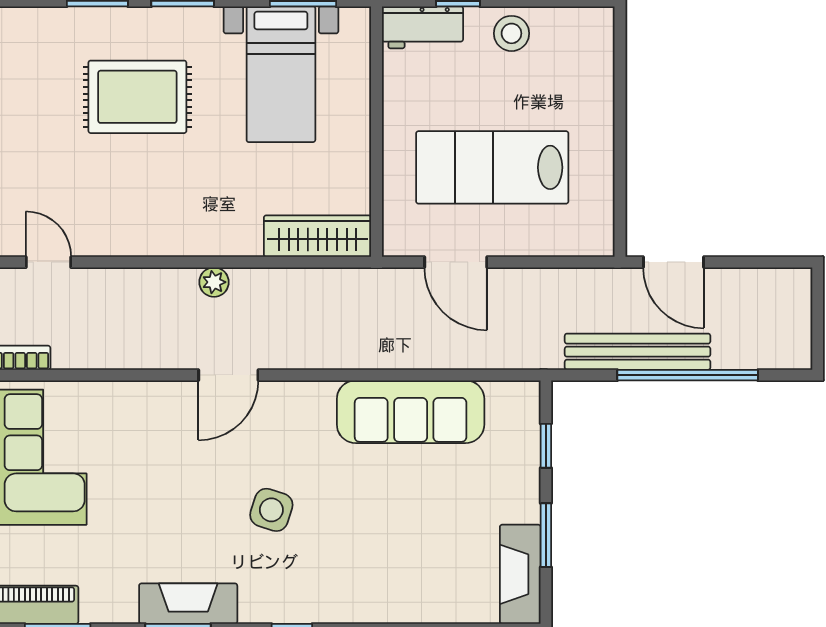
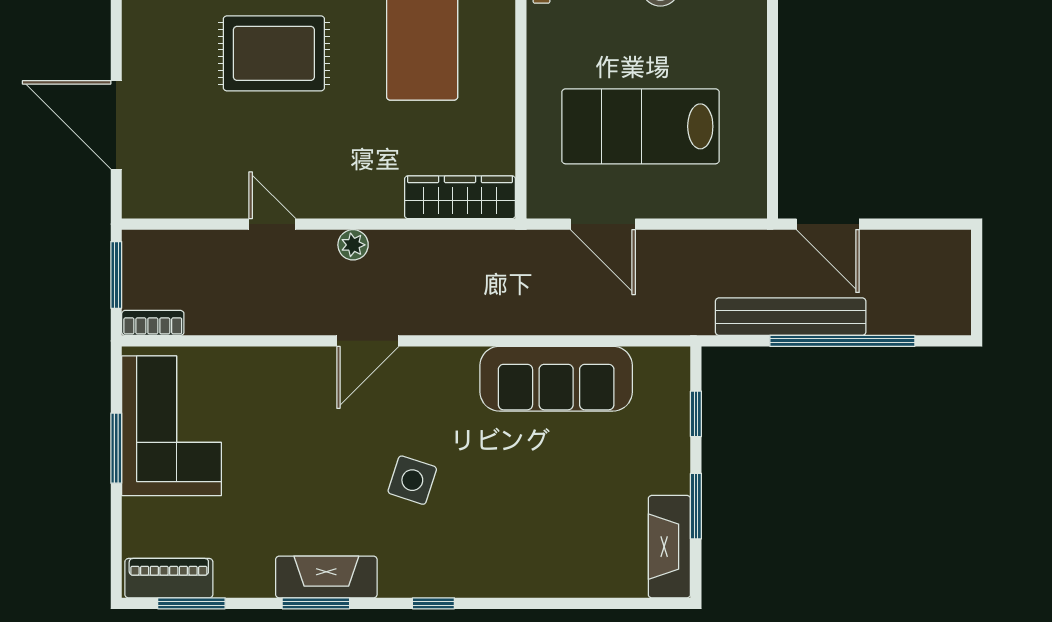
door: (48, 262) -> (272, 224), moved

